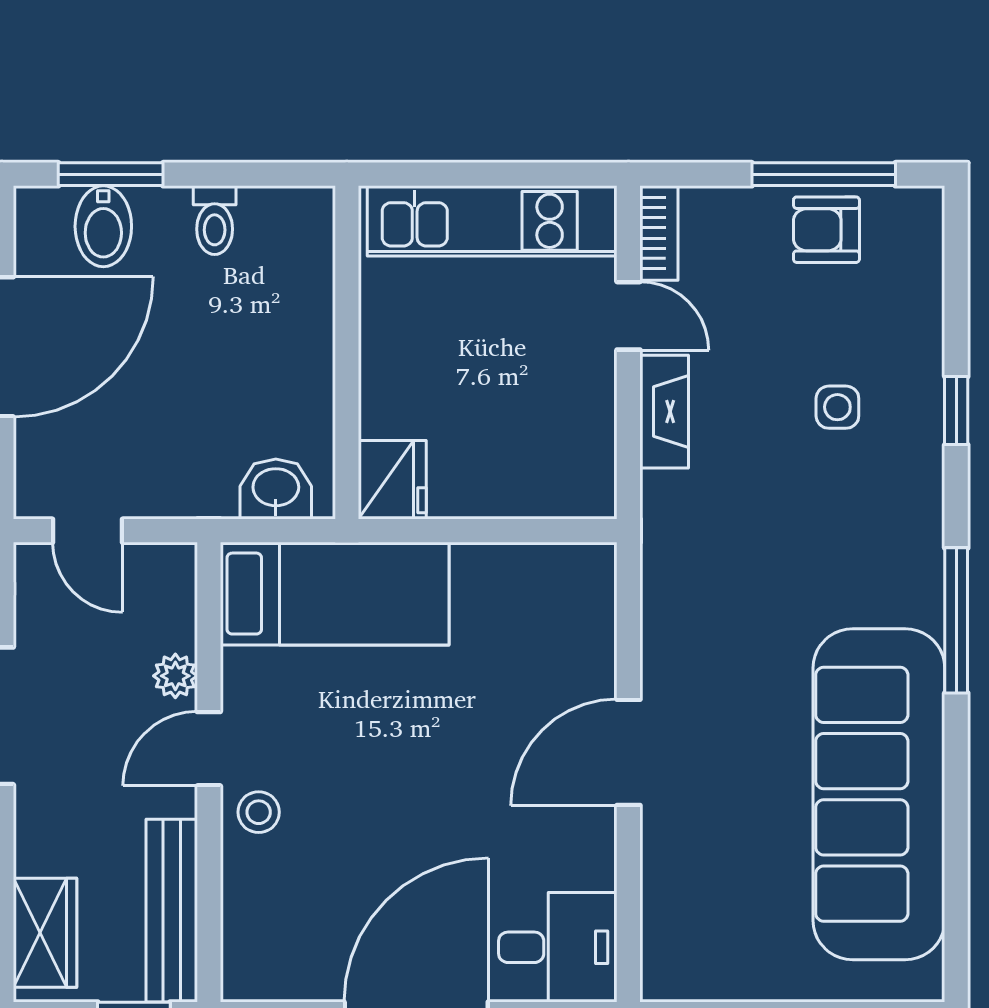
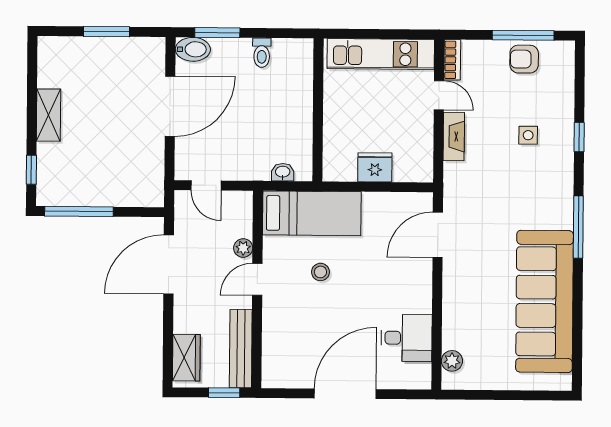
bidet: (103, 226) -> (193, 49), moved, turned -90
fridge: (392, 480) -> (375, 167), moved, turned -90
washbasin: (276, 489) -> (283, 172), width x0.72, depth x0.69
door: (628, 752) -> (438, 235), moved
stool: (259, 812) -> (320, 272), moved
plant: (664, 935) -> (452, 361), added
desk: (558, 947) -> (406, 338), moved

